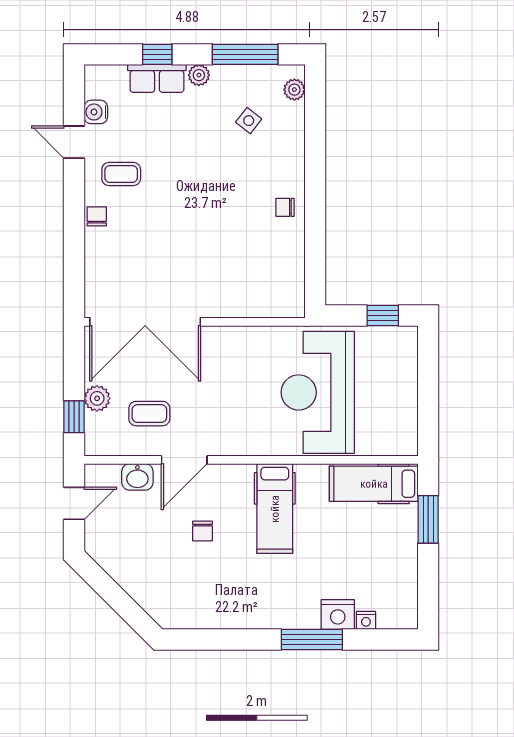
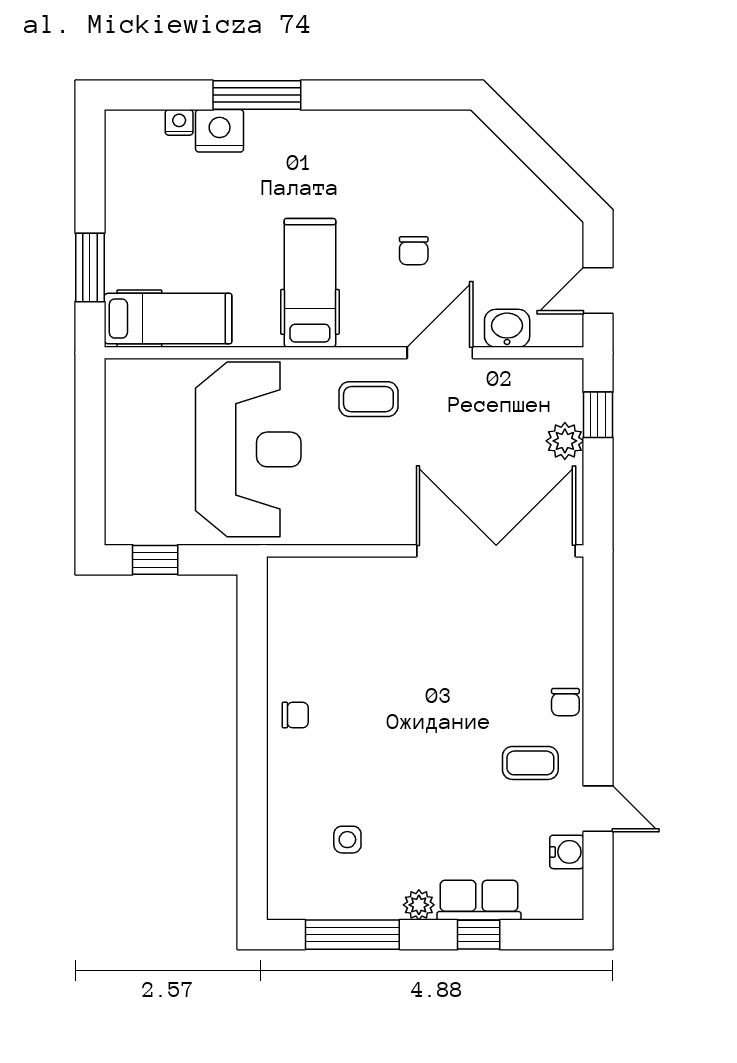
plant: (294, 90) -> (282, 884), removed
side table: (249, 121) -> (347, 840), turned -38
coffee table: (149, 414) -> (368, 399), moved
chair: (202, 531) -> (414, 251), turned 180

